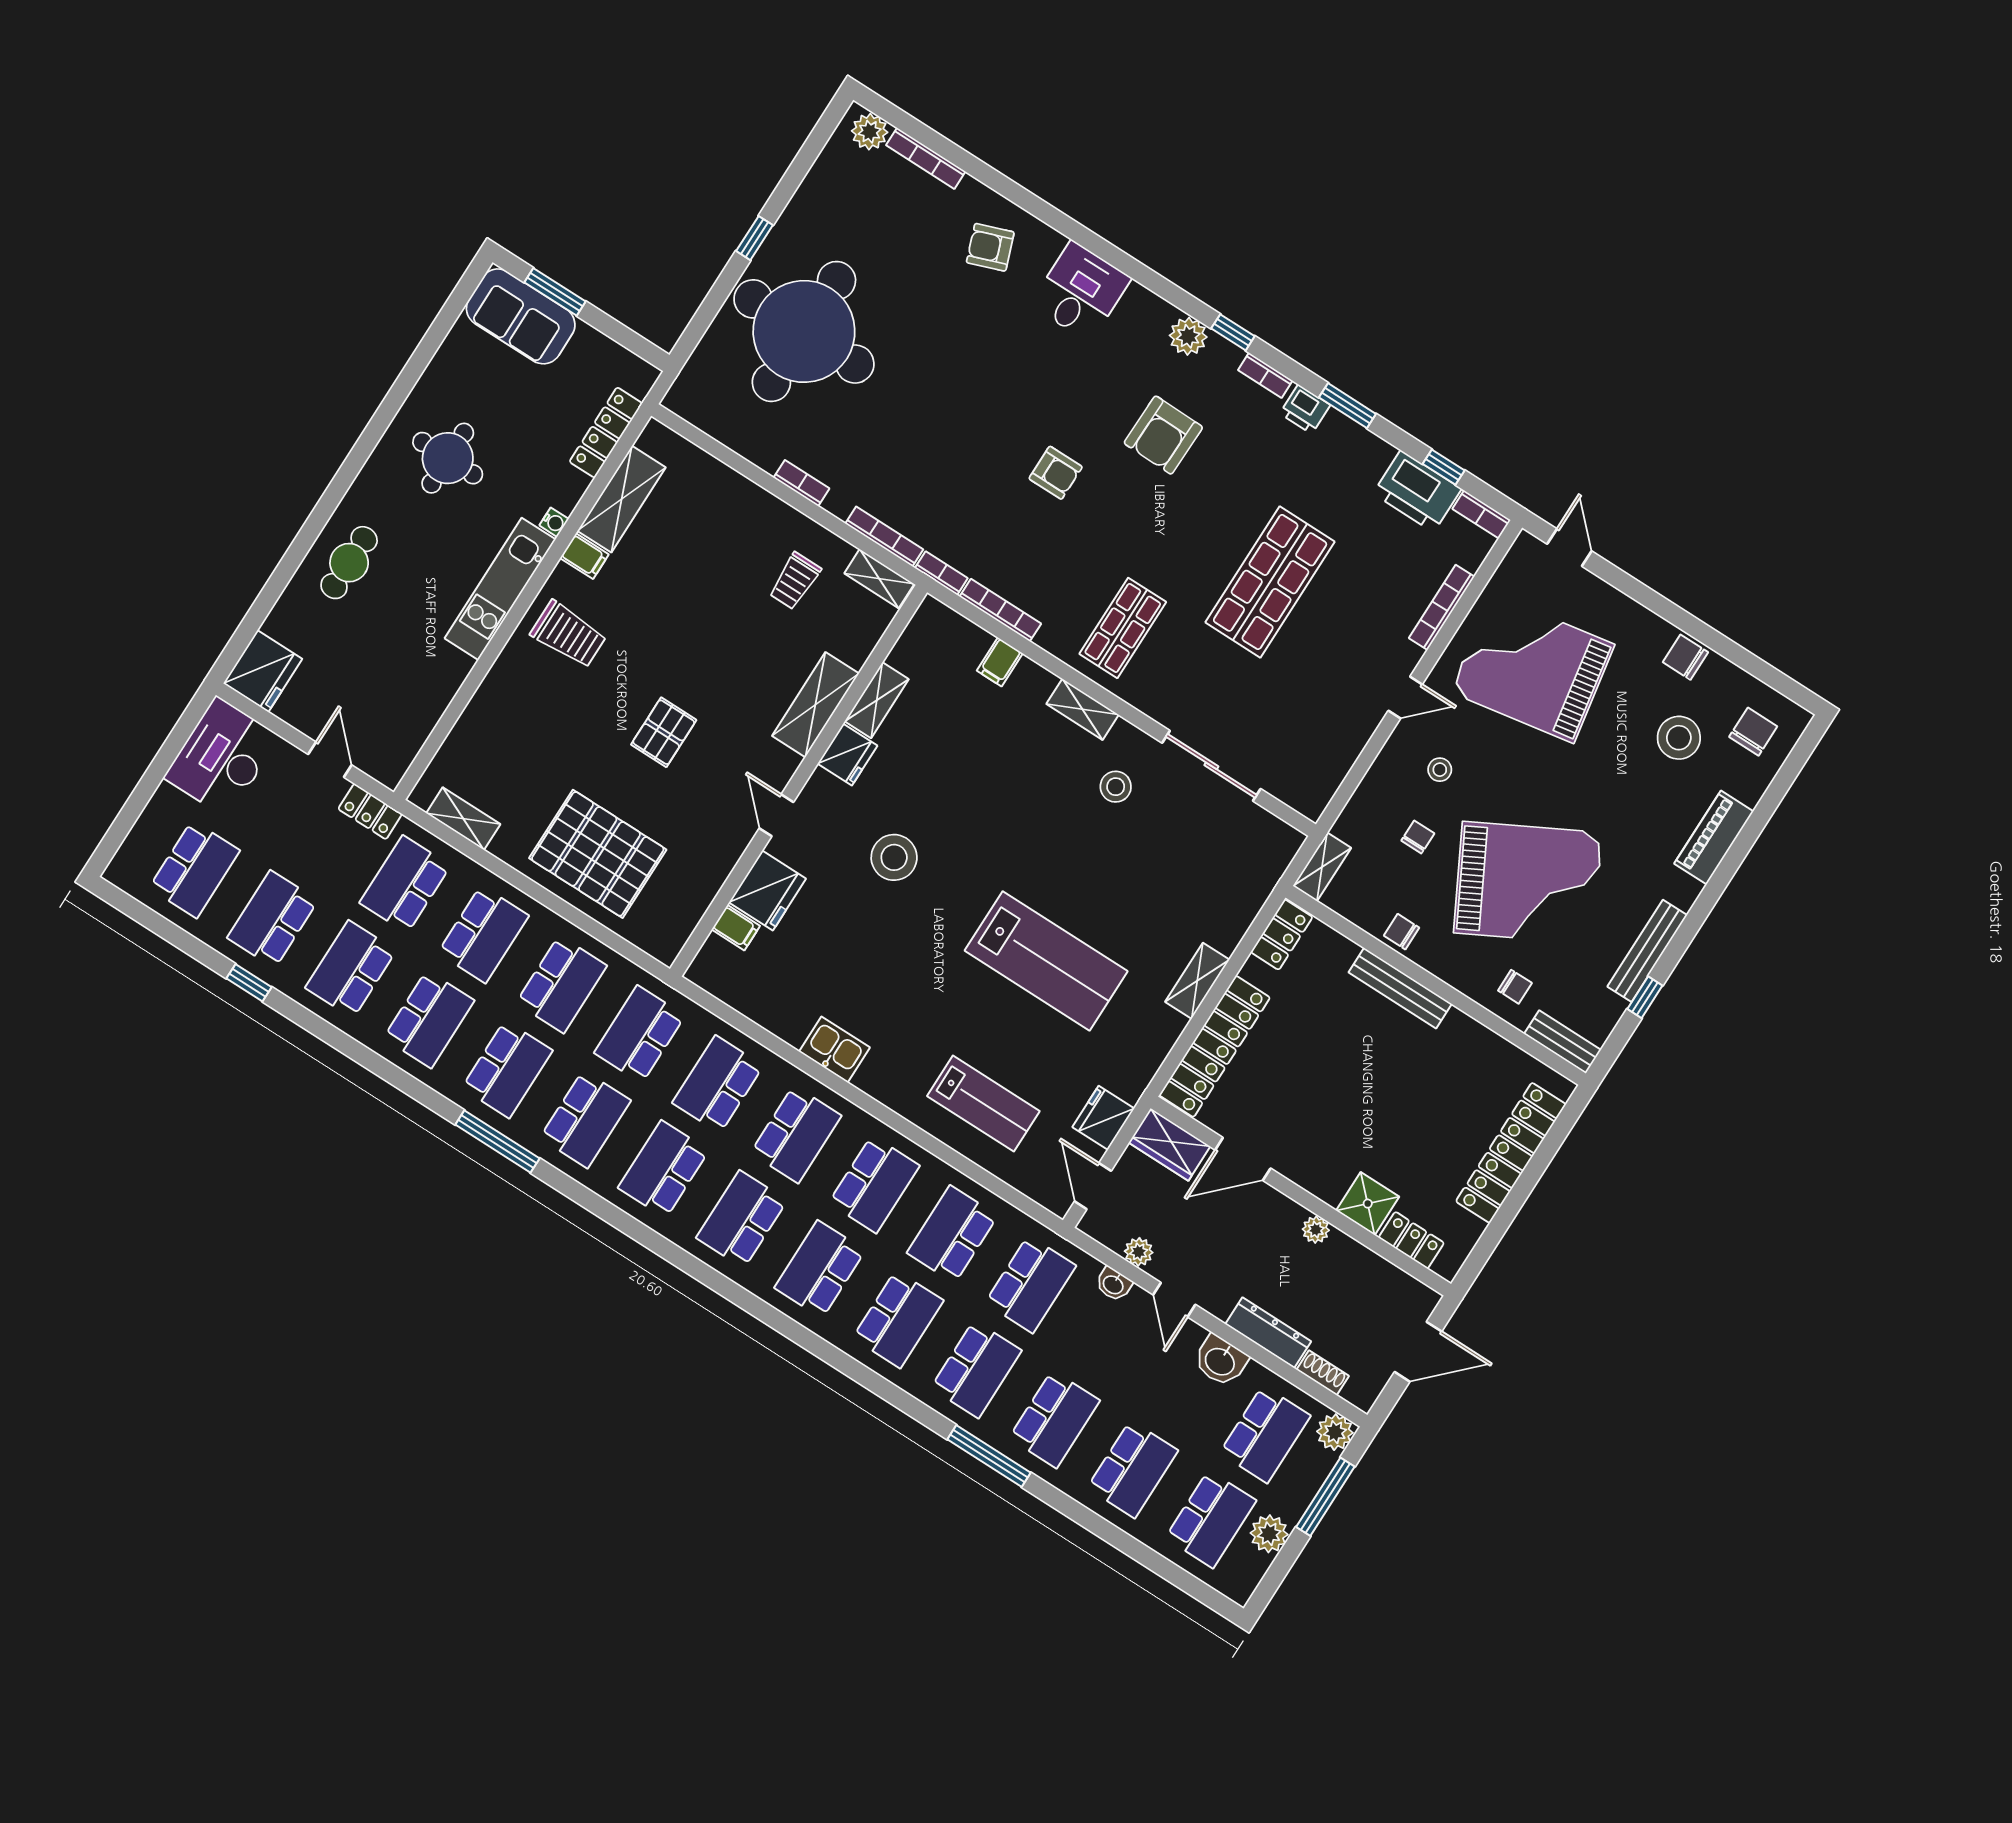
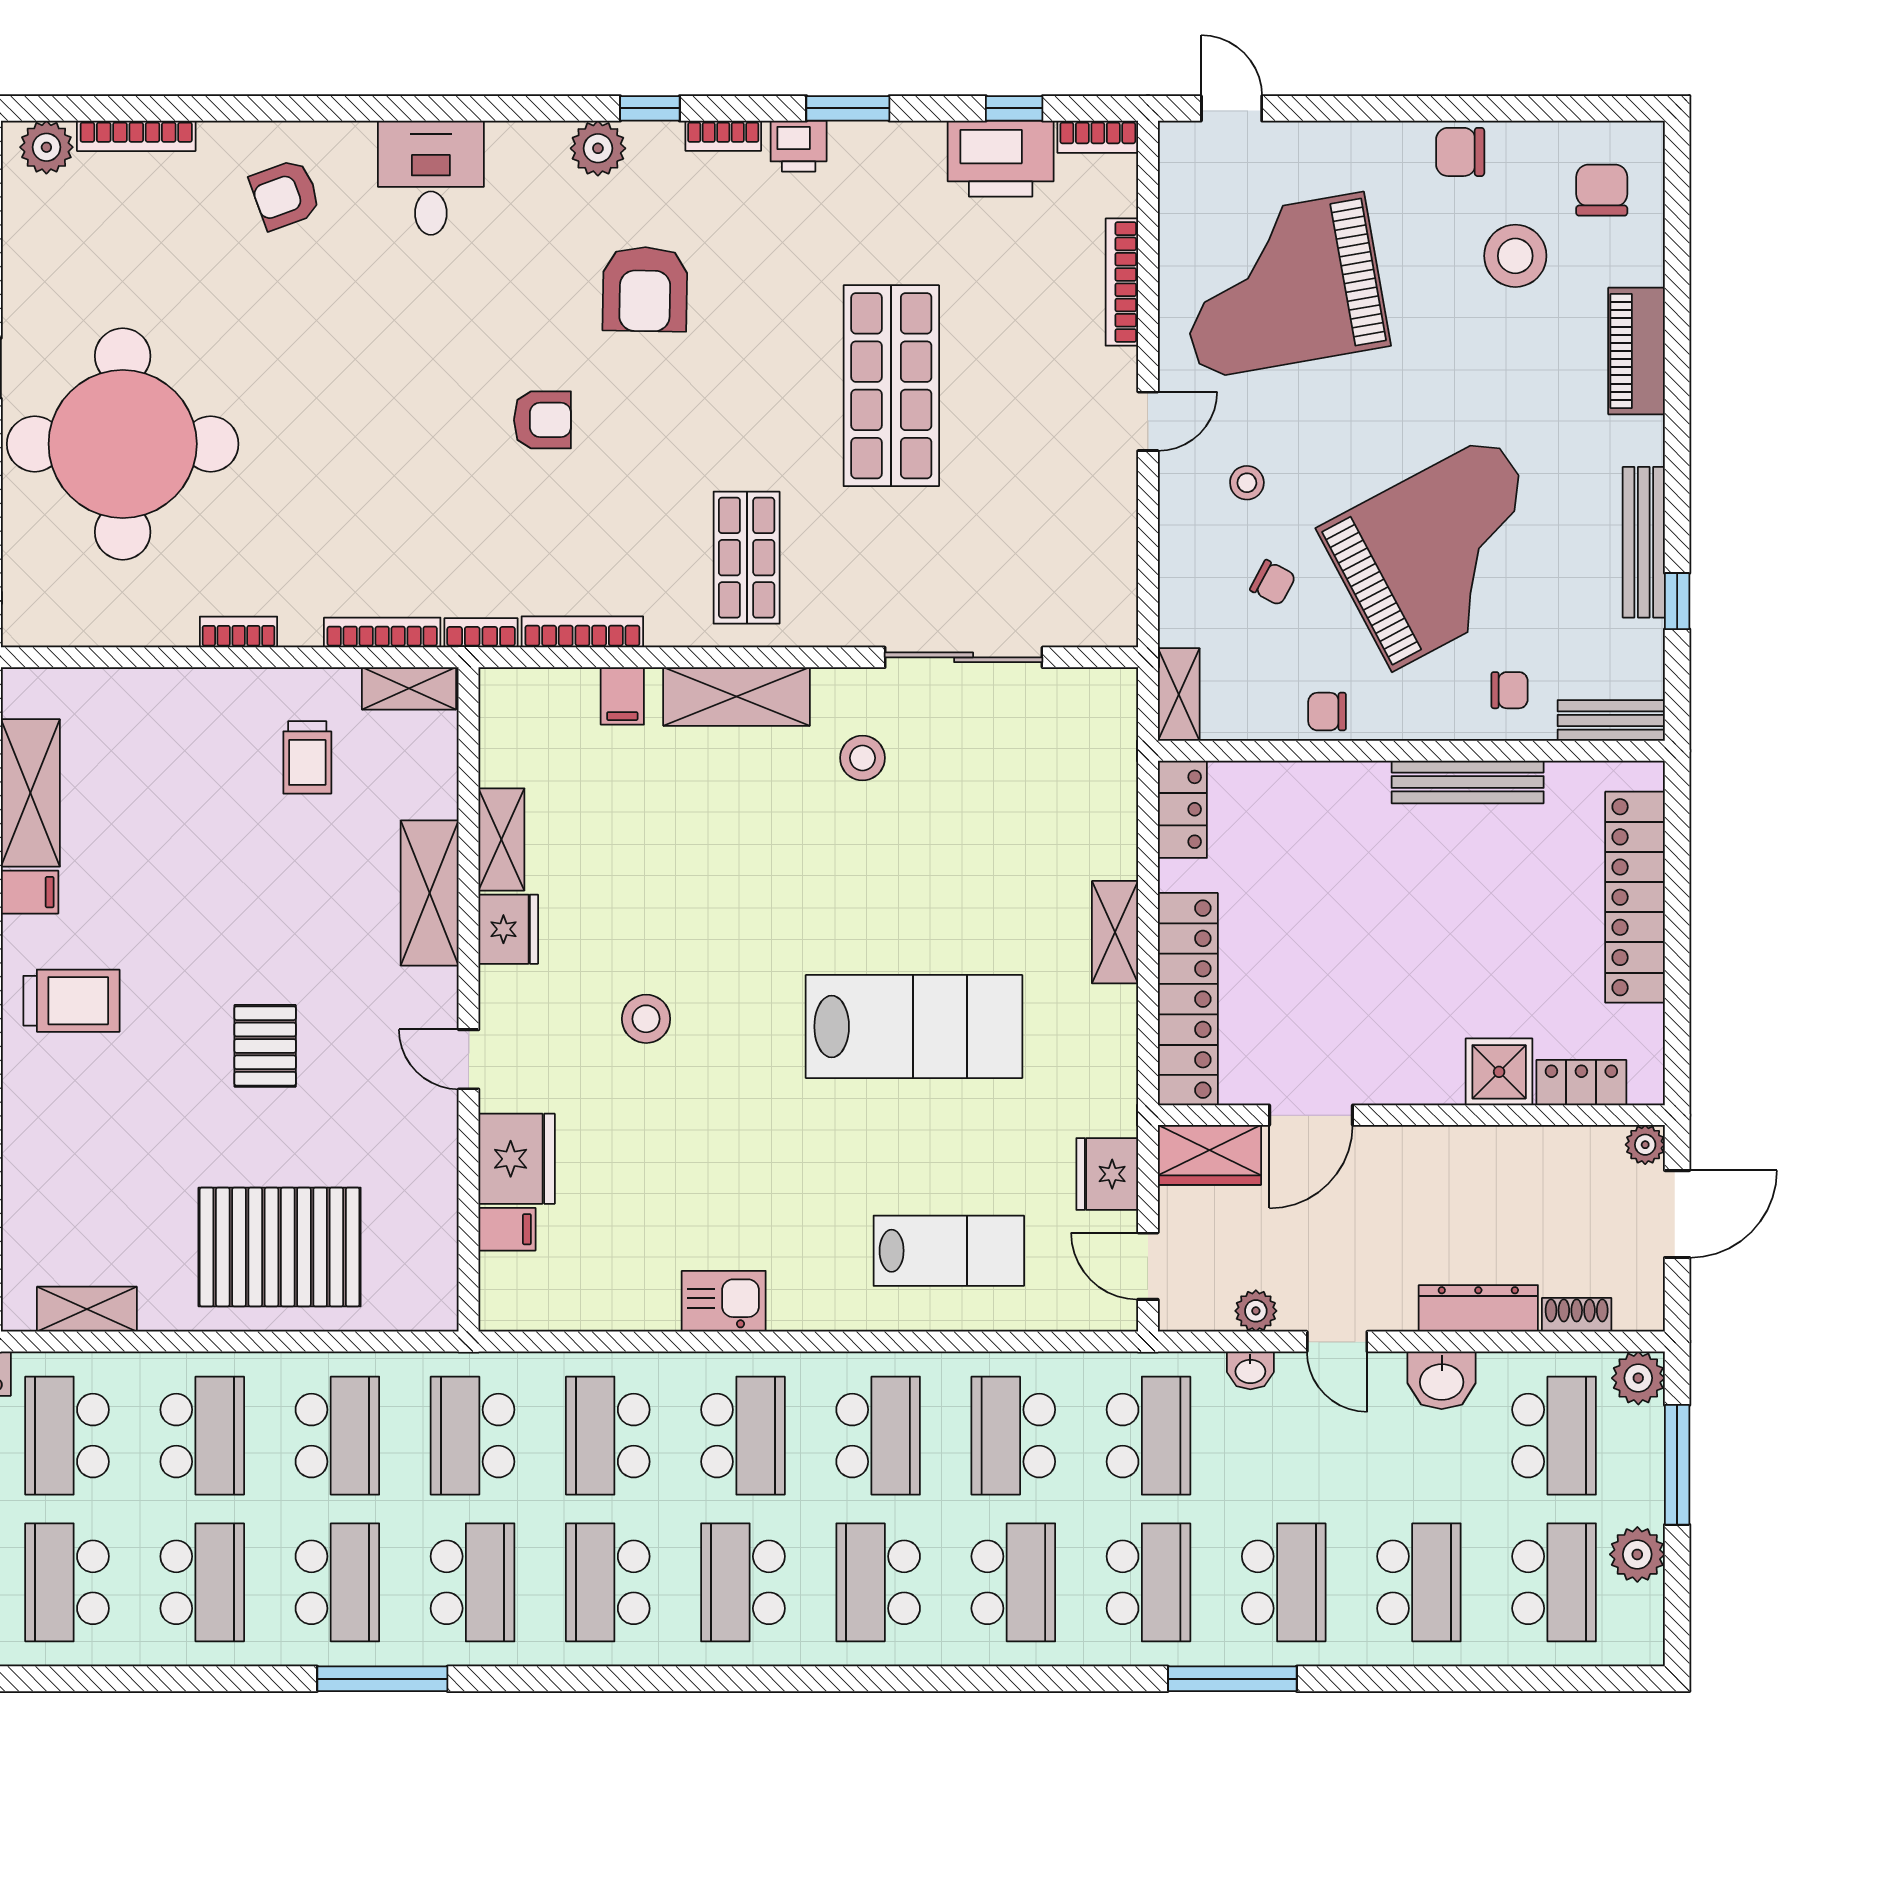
shelving: (1082, 709) -> (737, 697), width x1.50, depth x1.33
chair: (1418, 837) -> (1273, 583), turned 118
stool: (894, 857) -> (646, 1019), width x0.73, depth x0.73
bench: (1400, 988) -> (1468, 782), moved
plant: (1316, 1230) -> (1645, 1145), moved

